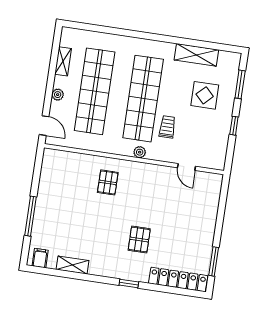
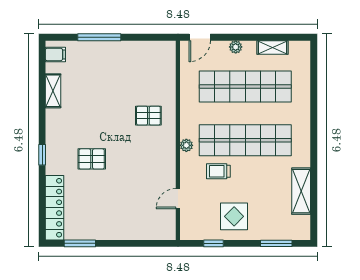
display table: (205, 95) -> (234, 216), moved
window: (234, 126) -> (214, 243), moved
trolley: (167, 127) -> (218, 171), turned 180

